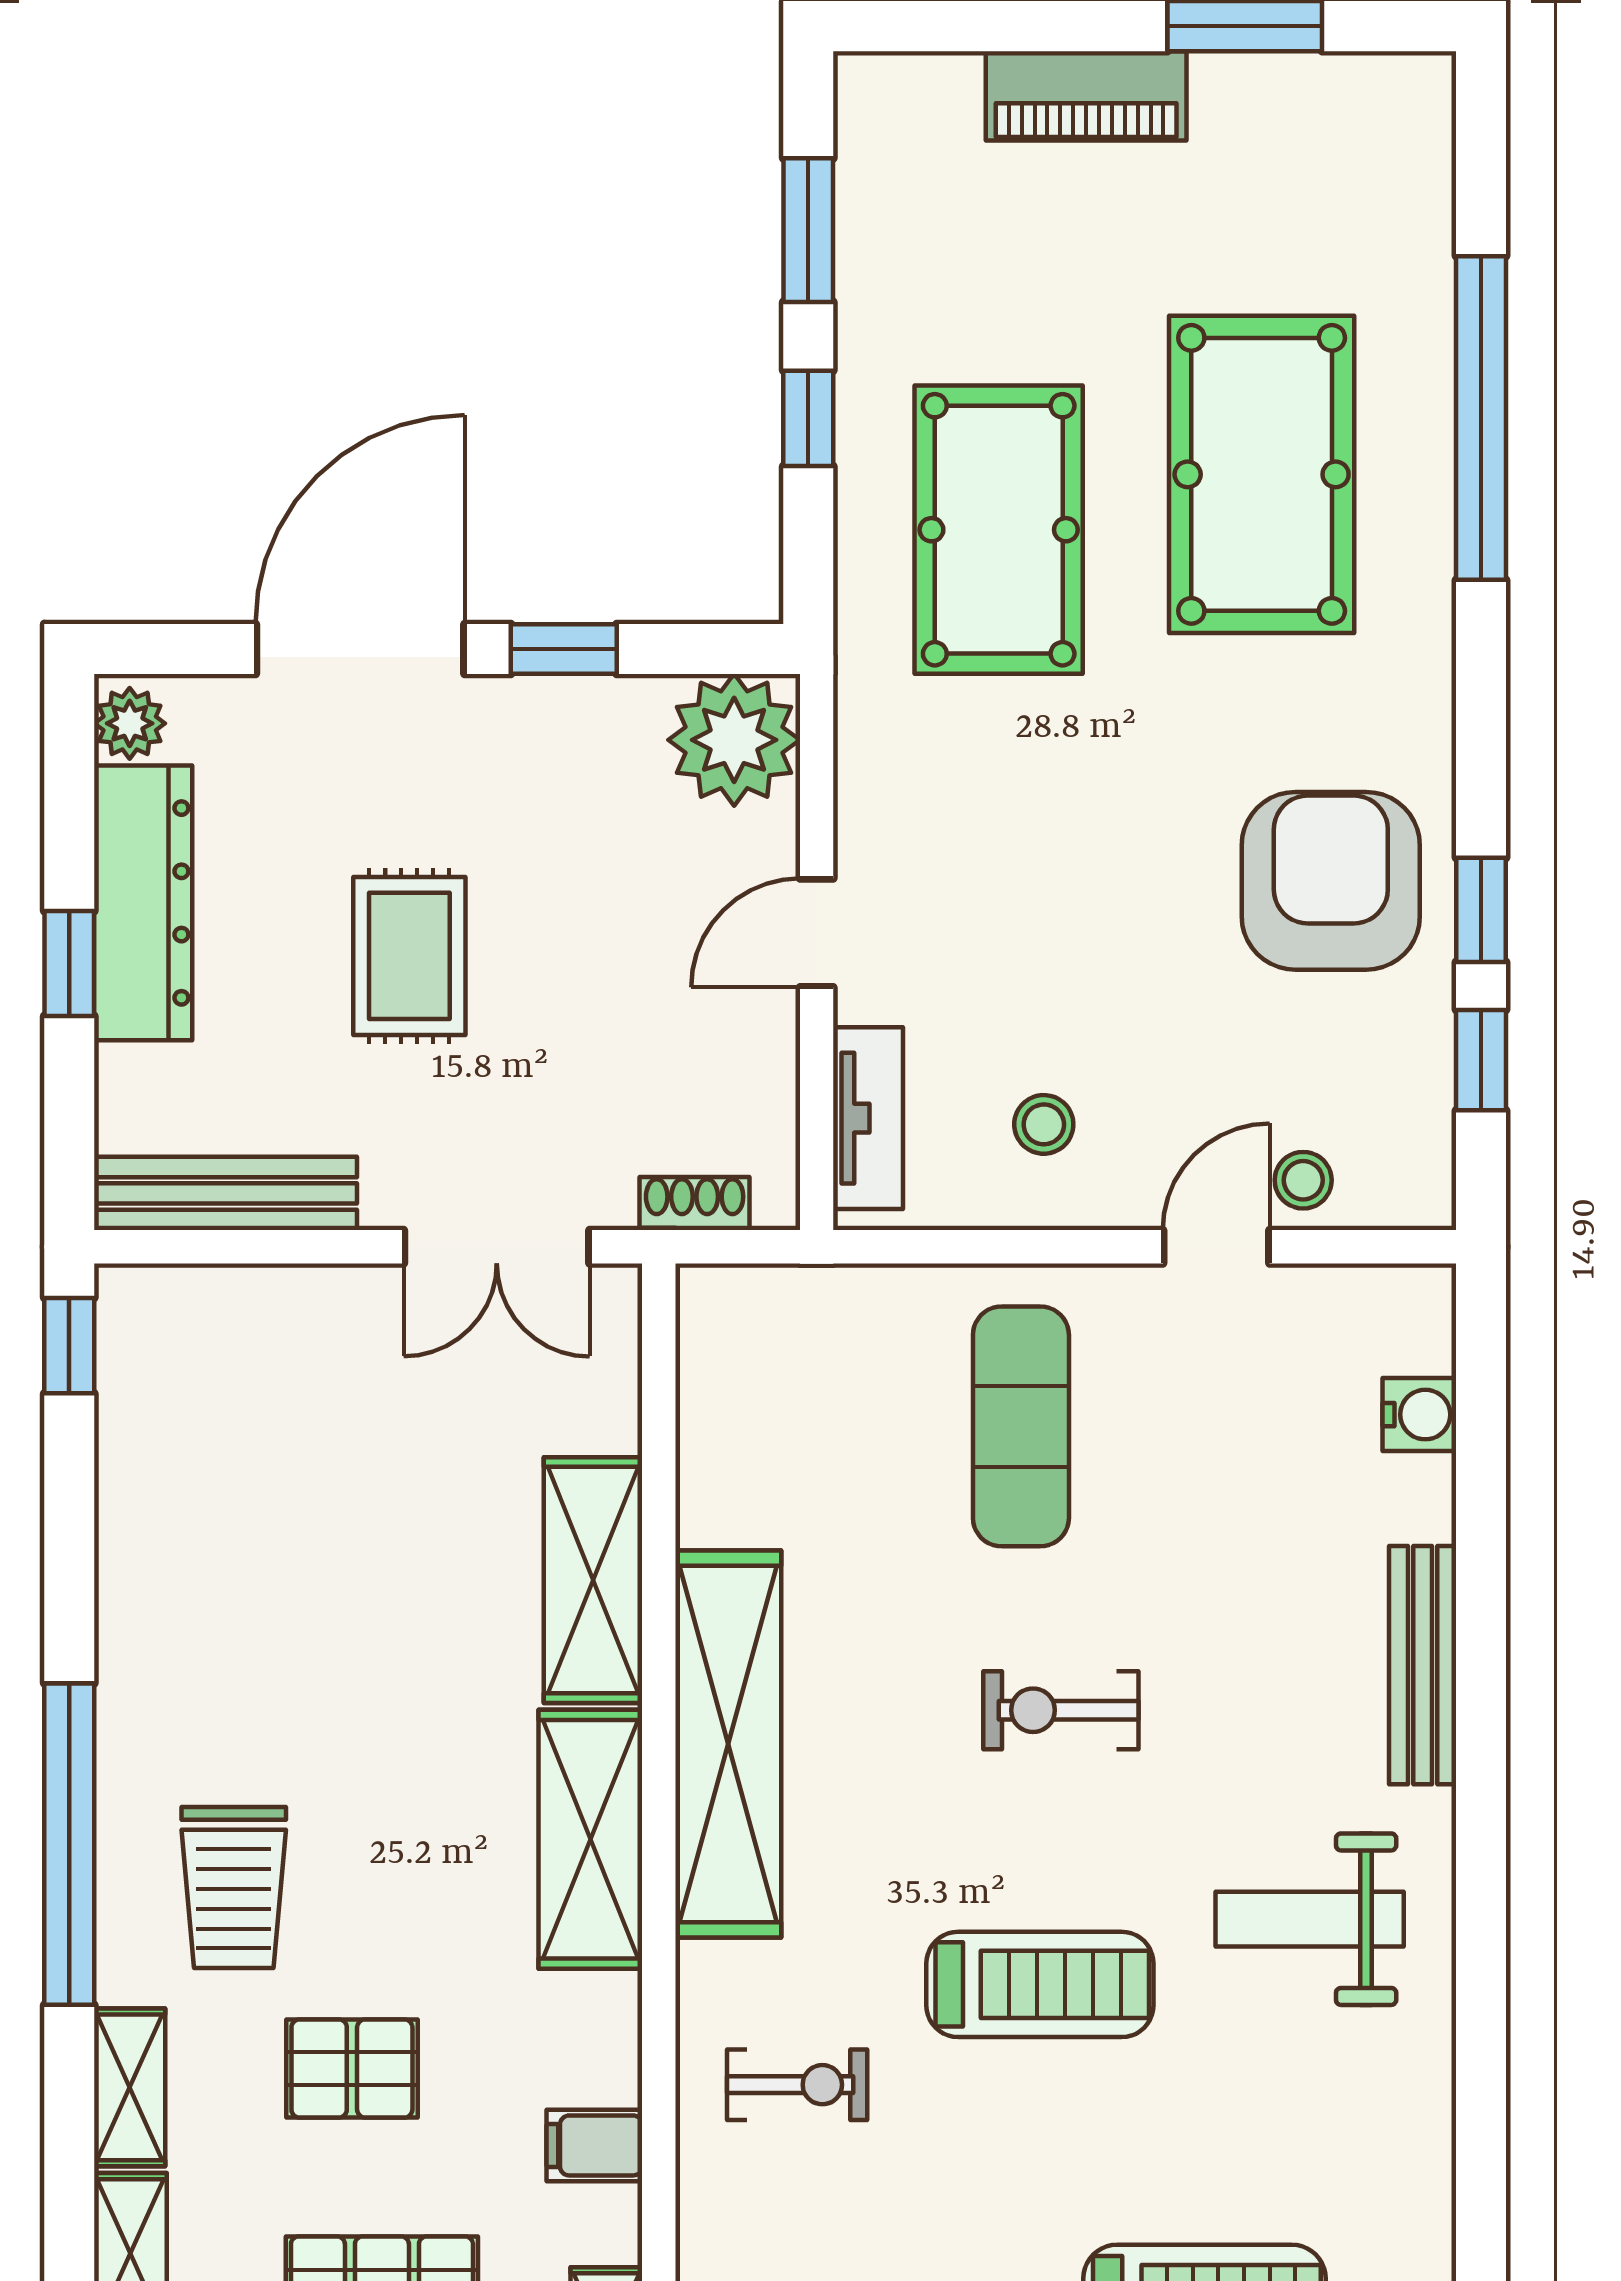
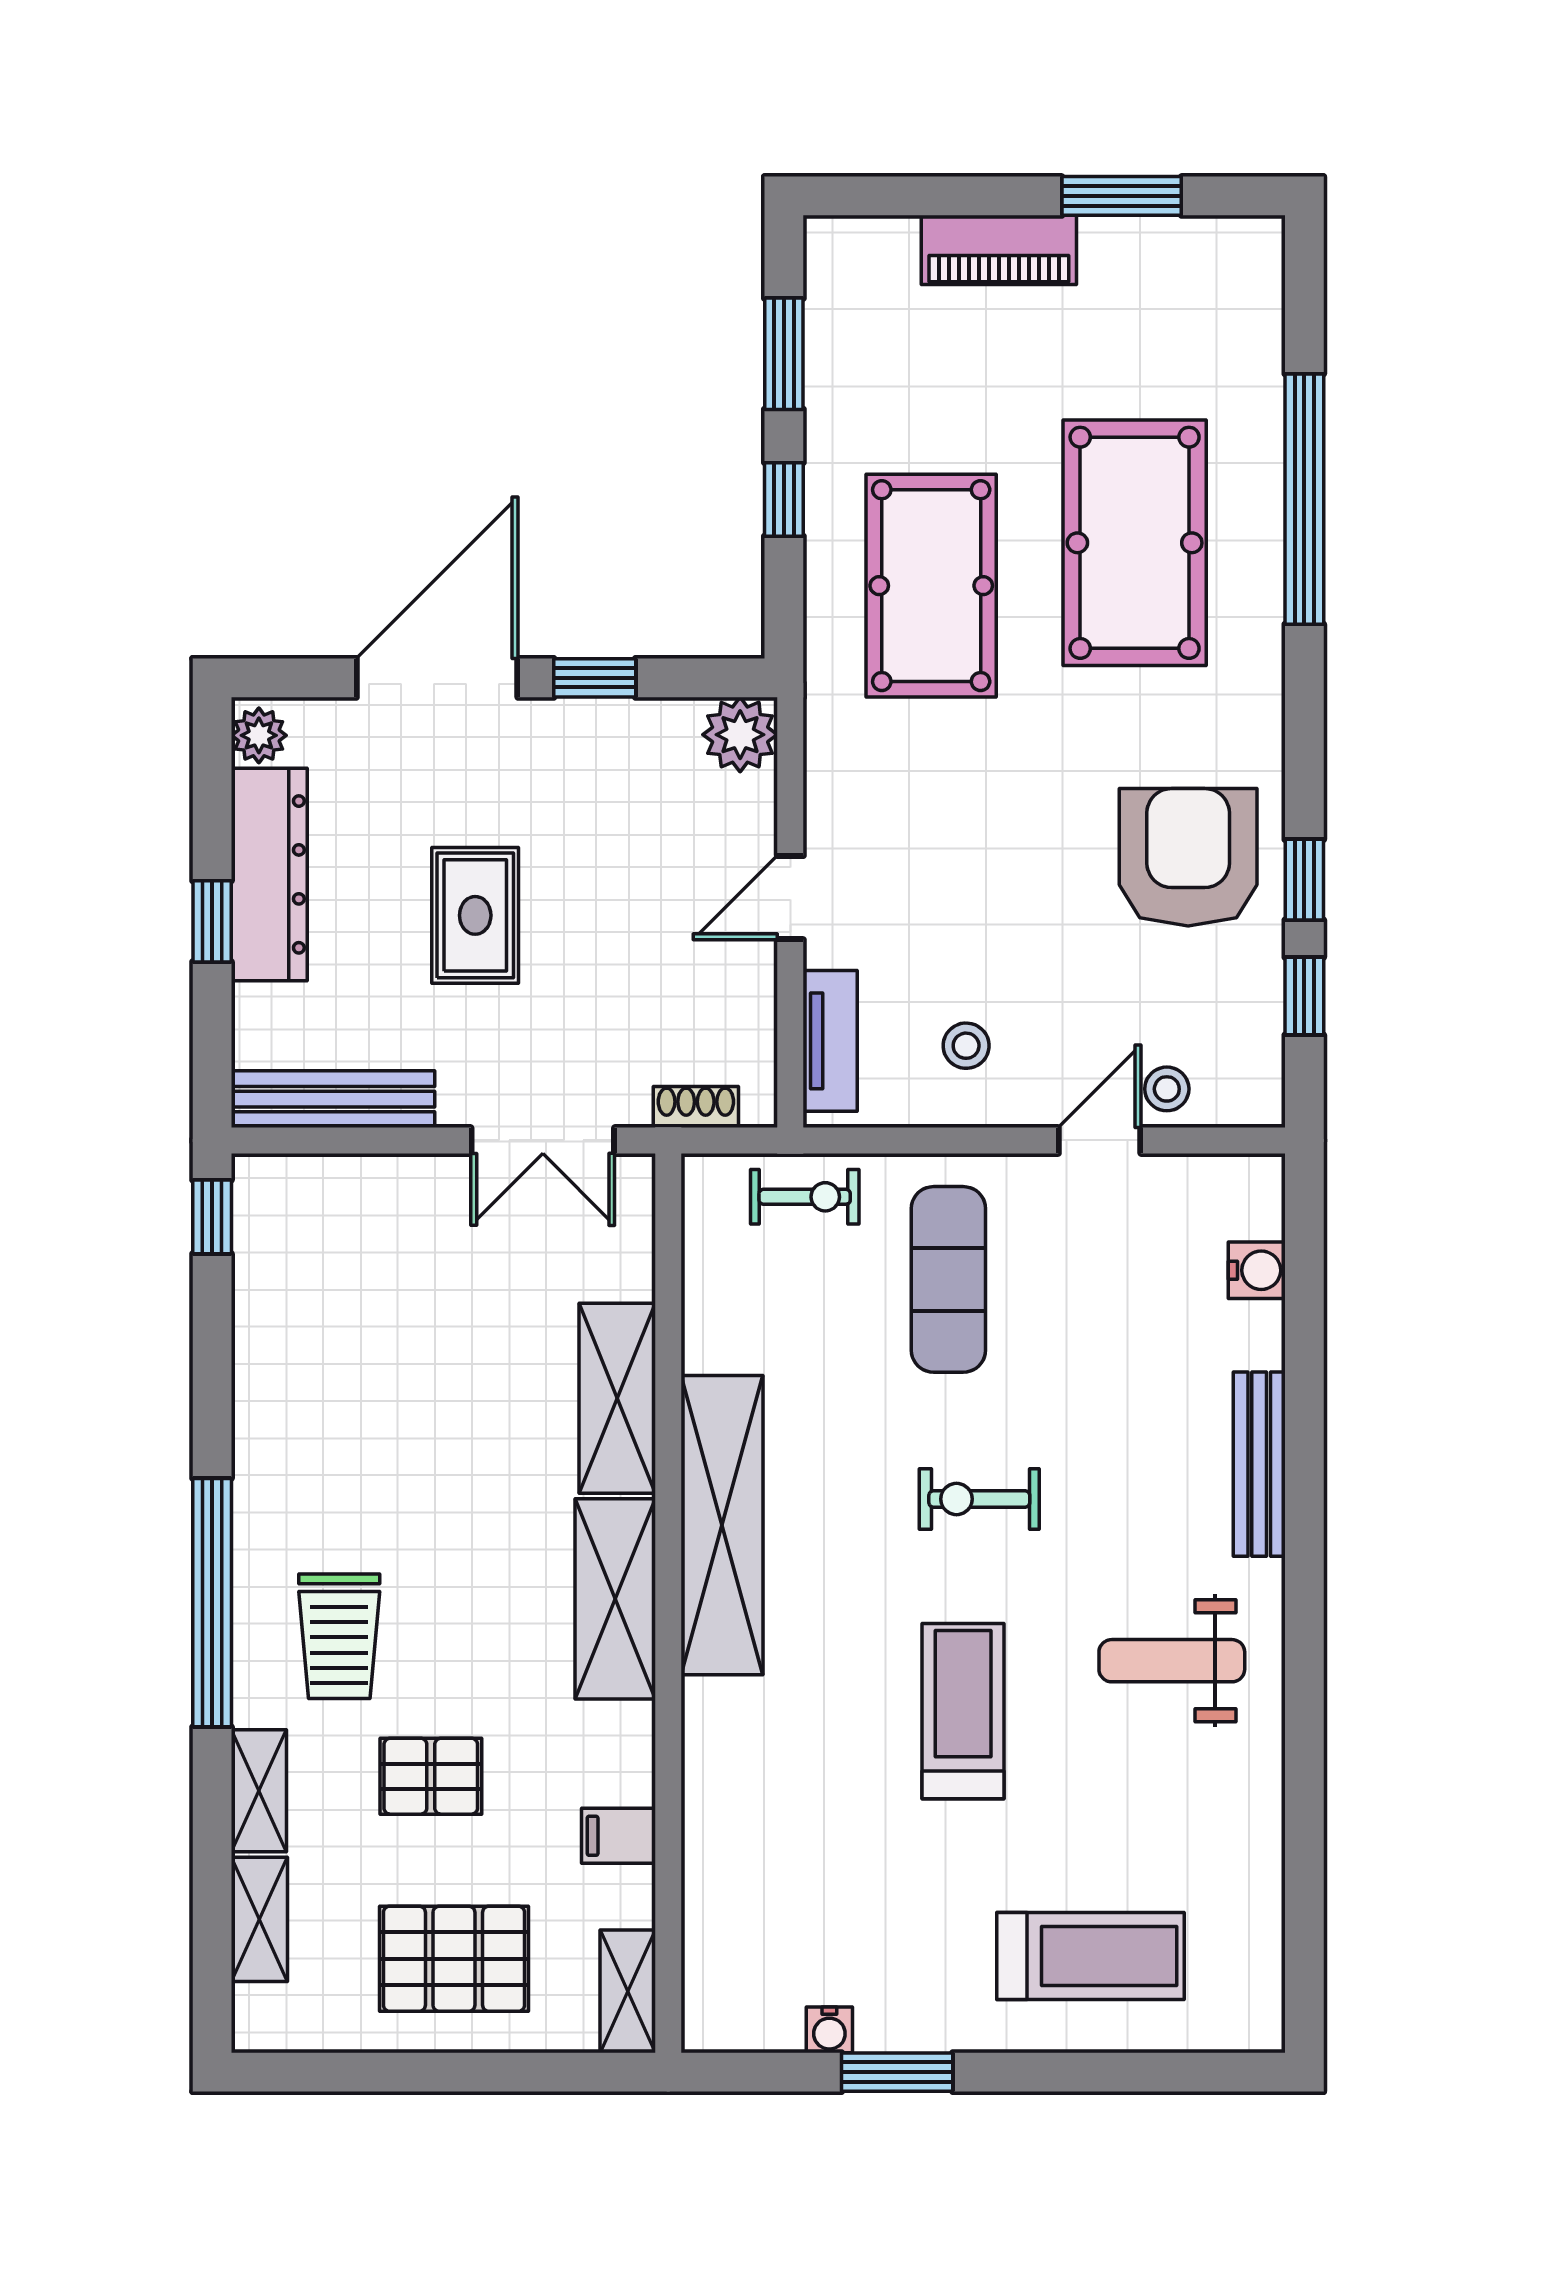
plant: (734, 740) -> (740, 735), width x0.73, depth x0.73
treadmill: (1040, 1984) -> (963, 1711), turned -90
exercise bike: (797, 2085) -> (805, 1197), moved

